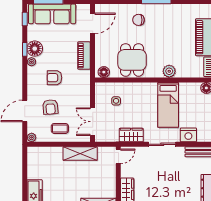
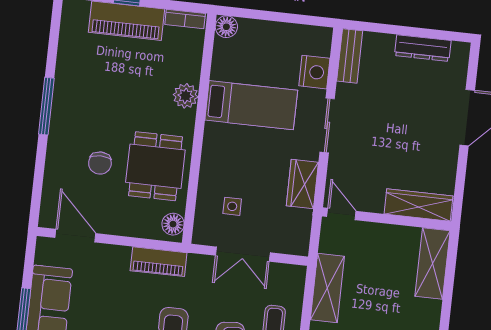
chair: (138, 20) -> (100, 163), moved
piano: (84, 56) -> (159, 262), moved
dining table: (132, 60) -> (155, 166), turned 90
double door: (93, 122) -> (243, 254), moved

